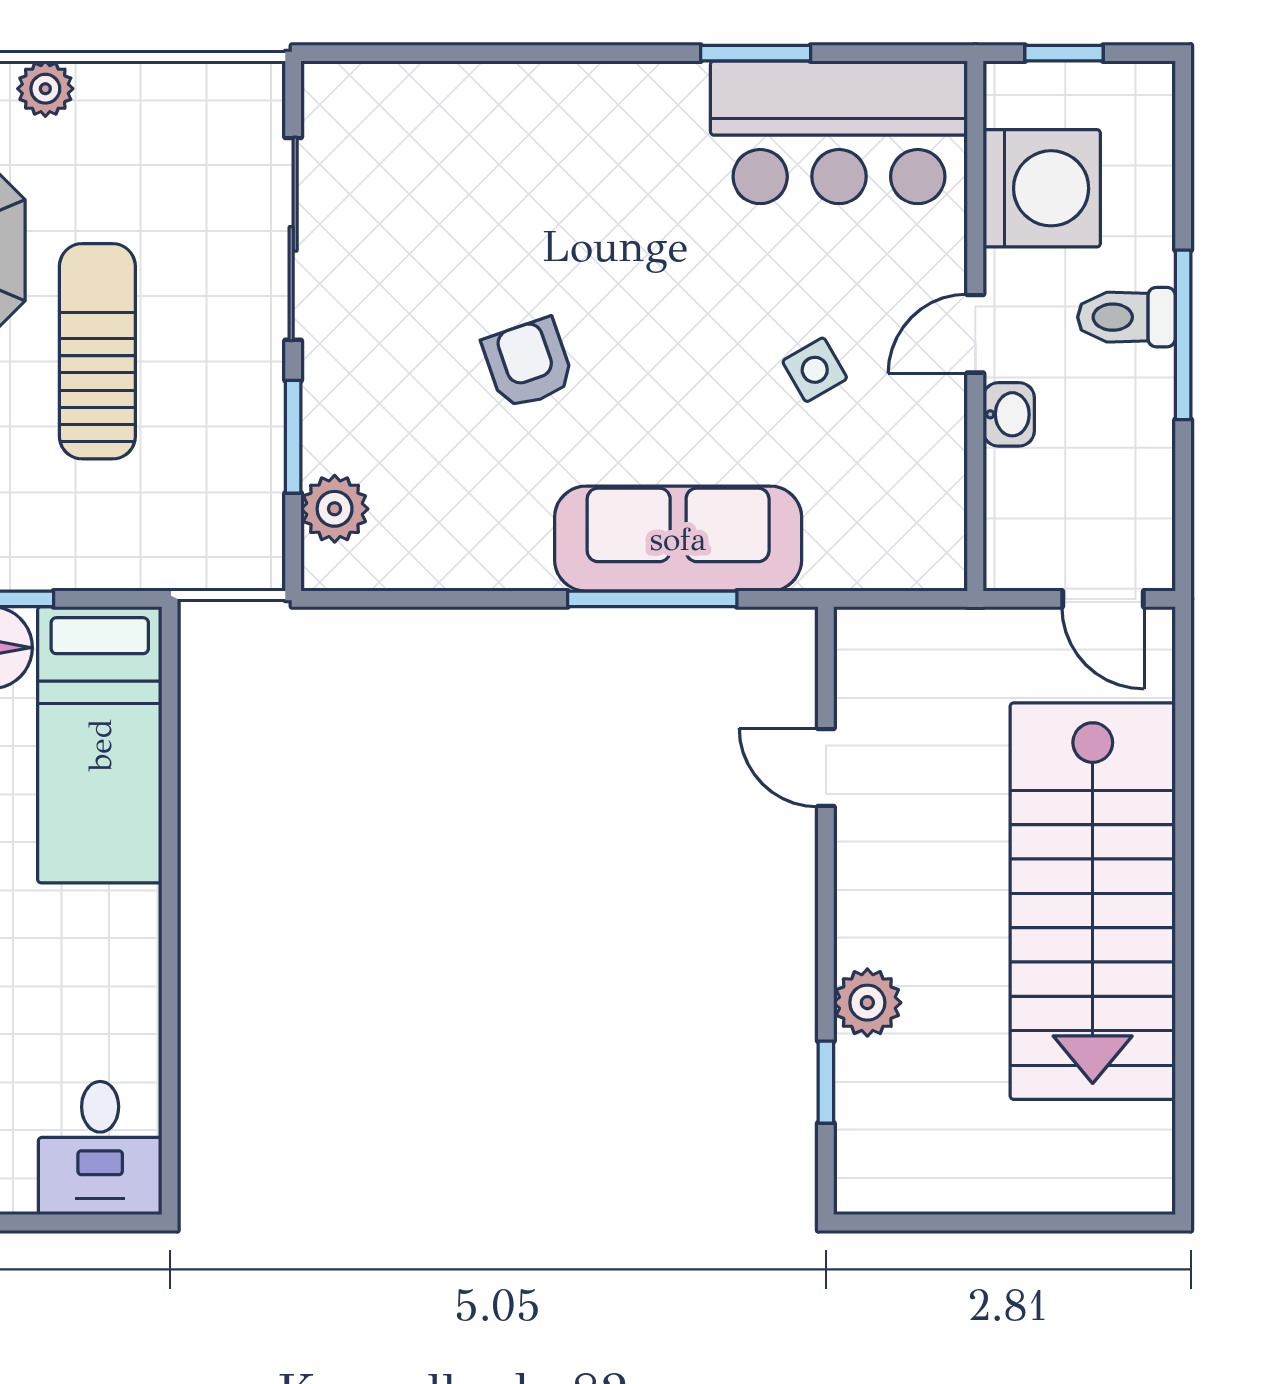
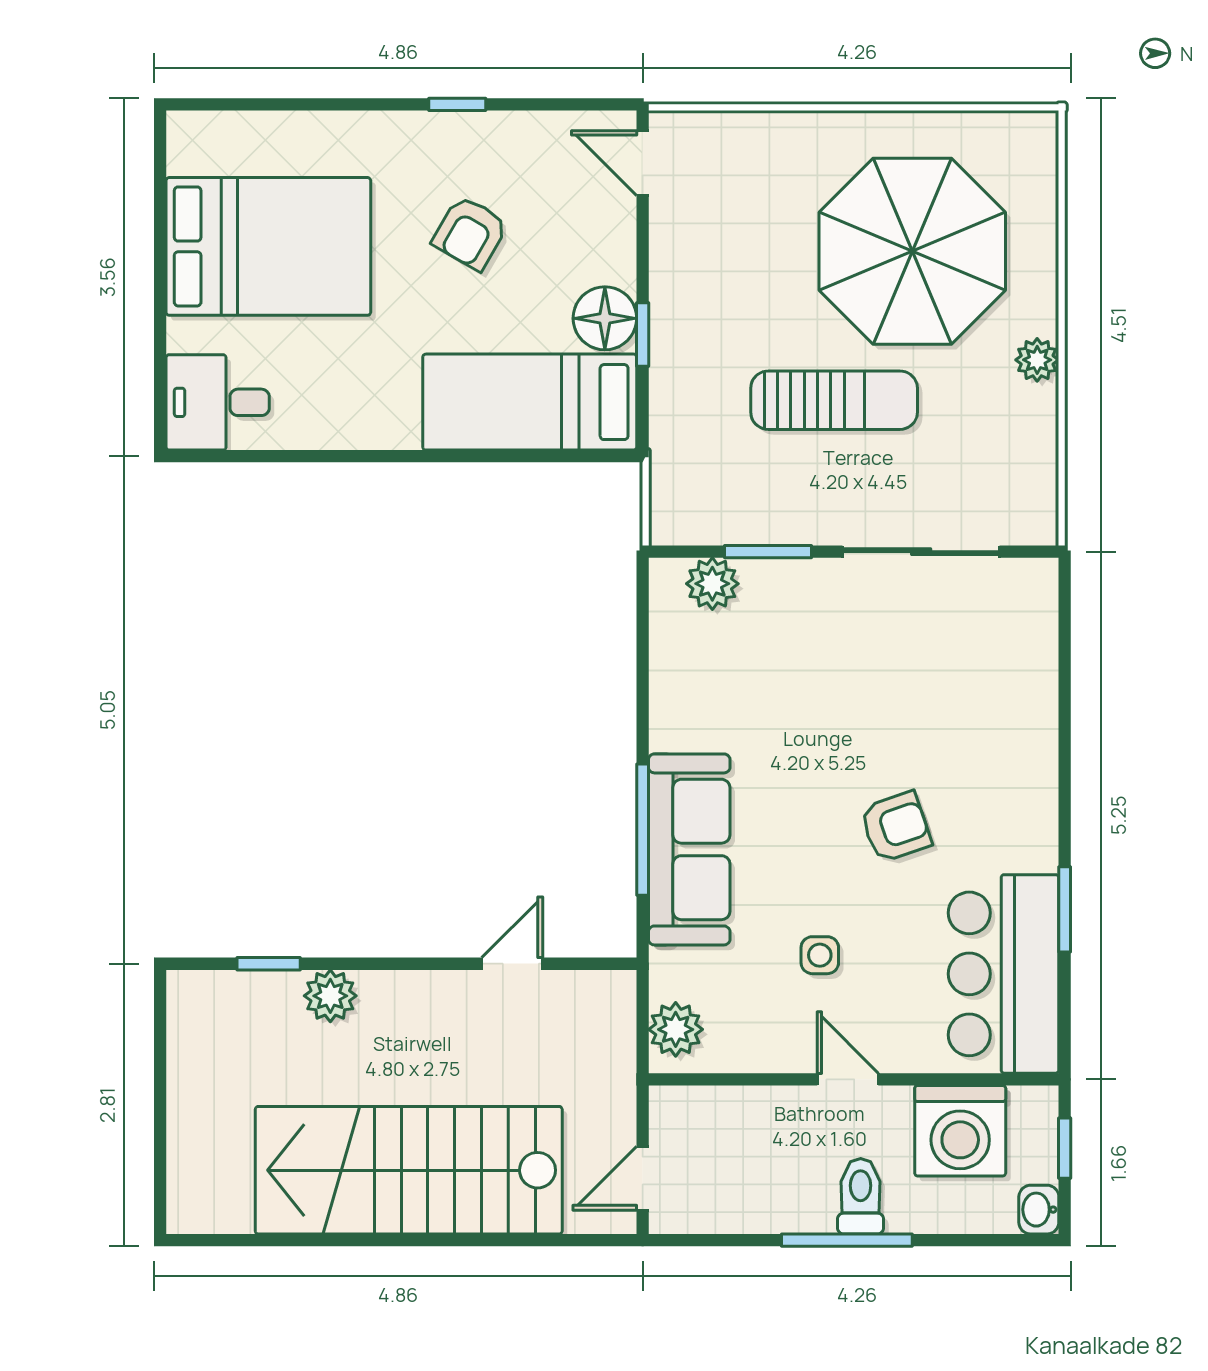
armchair: (528, 363) -> (896, 827), moved
side table: (815, 370) -> (820, 955), turned 30
washbasin: (1009, 414) -> (1039, 1210), moved, turned 90
plant: (911, 556) -> (676, 1029), added

